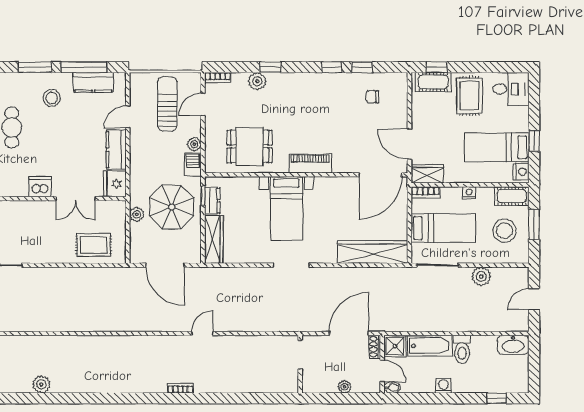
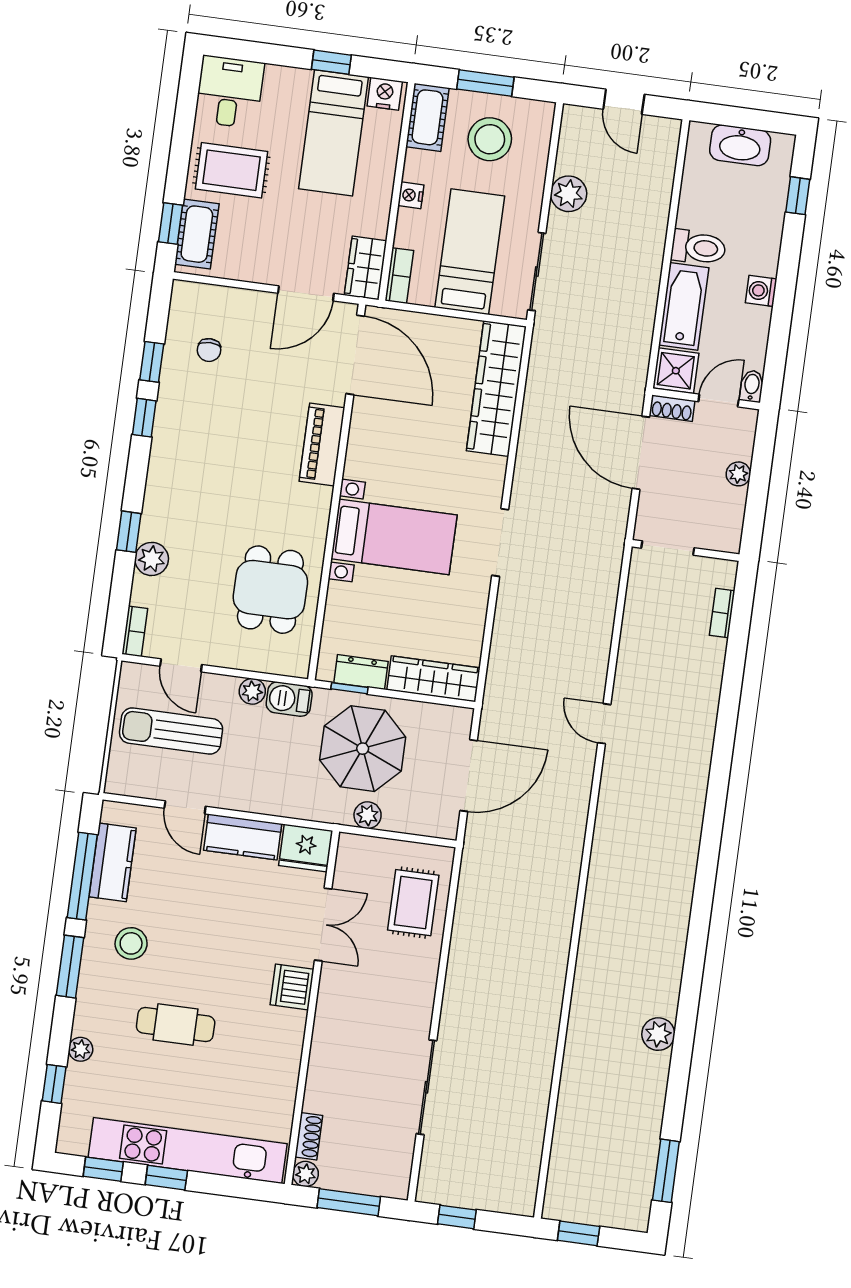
piano: (310, 164) -> (322, 445), moved
washbasin: (513, 345) -> (740, 145), moved, turned 90
bookcase: (180, 388) -> (722, 613), moved

